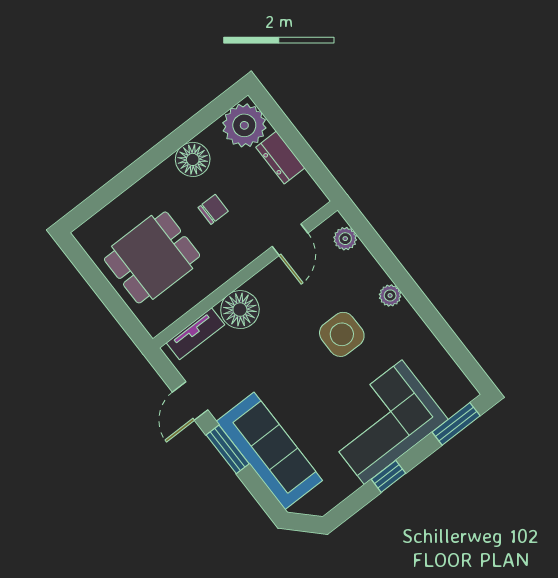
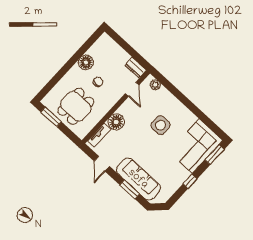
plant: (244, 125) -> (105, 45), removed
dresser: (280, 158) -> (136, 68), moved
window: (90, 272) -> (51, 117), added
plant: (390, 295) -> (178, 106), removed
corner sofa: (383, 422) -> (196, 146), moved
window: (228, 449) -> (130, 189), moved

